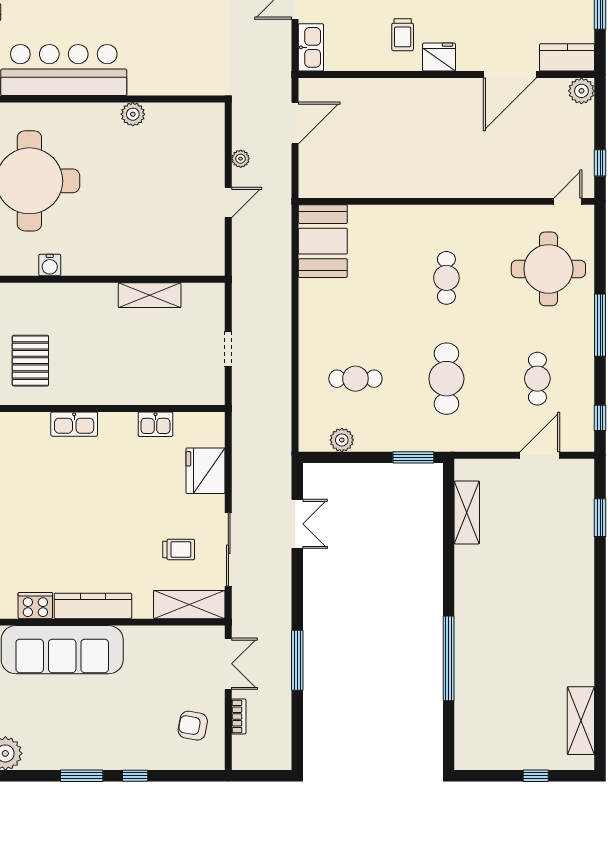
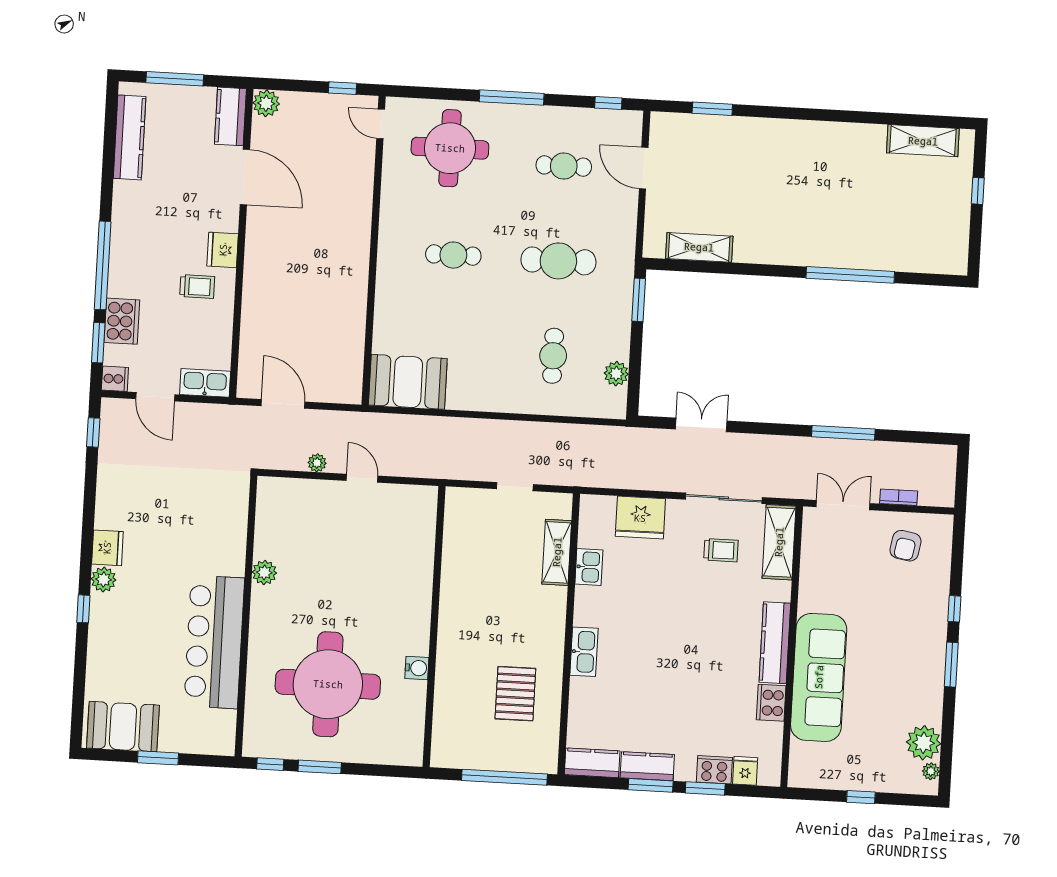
shelving: (150, 295) -> (557, 552), moved
pallet: (30, 361) -> (515, 694), turned 90
trolley: (179, 549) -> (721, 550), turned 90

